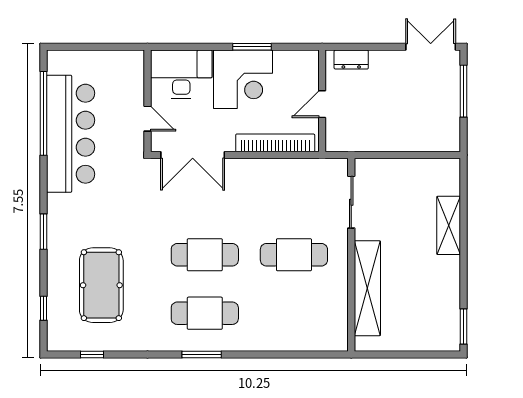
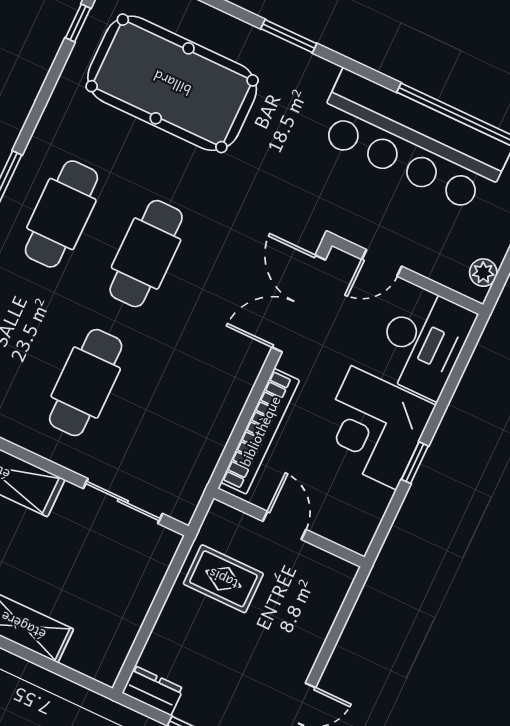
window: (252, 47) -> (415, 463), width x0.67
plant: (126, 59) -> (483, 273), added
dresser: (351, 60) -> (153, 691), moved, turned 90
rug: (369, 125) -> (223, 579), added
pool table: (101, 285) -> (172, 83), width x1.36, depth x1.32

